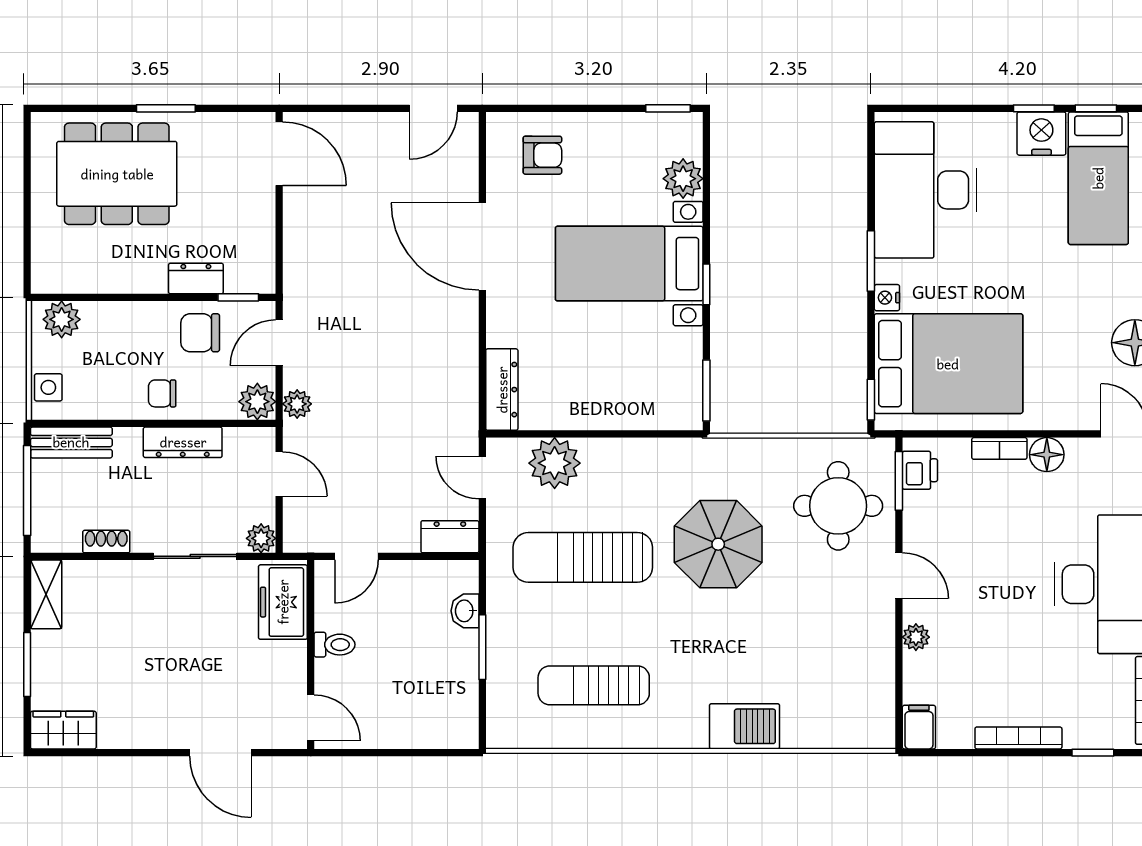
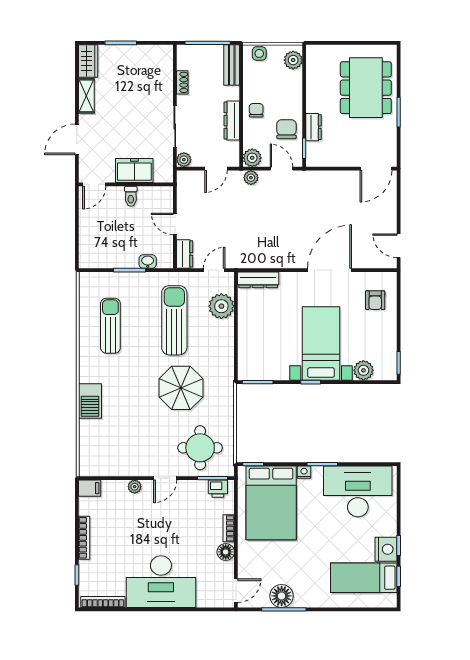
door: (356, 556) -> (175, 224), moved
shelving: (46, 594) -> (86, 96), moved, turned 90
freezer: (283, 602) -> (134, 171), moved

